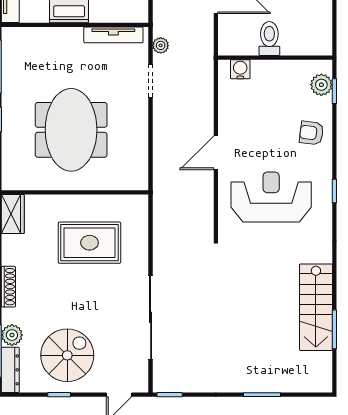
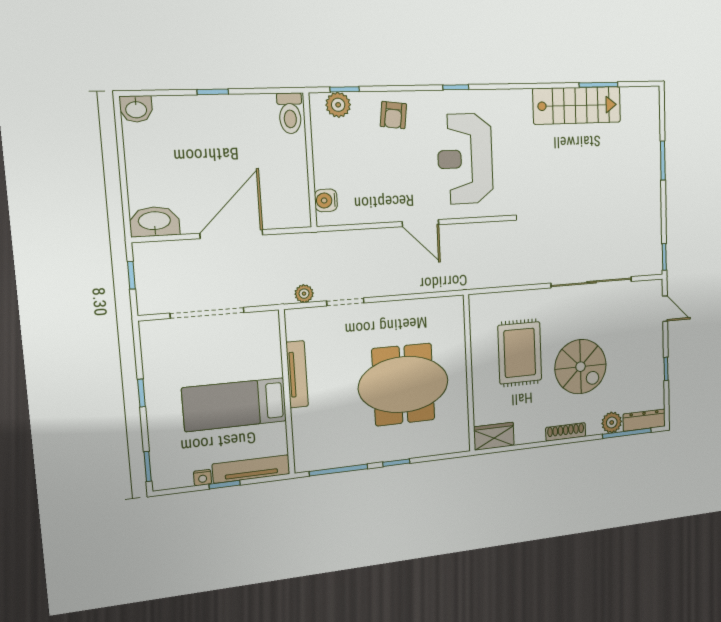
tv unit: (113, 35) -> (297, 374), moved
toilet: (269, 39) -> (290, 113), moved, turned -90
spiral stairs: (67, 355) -> (581, 367), moved, turned 180

